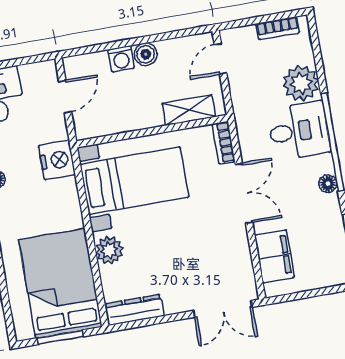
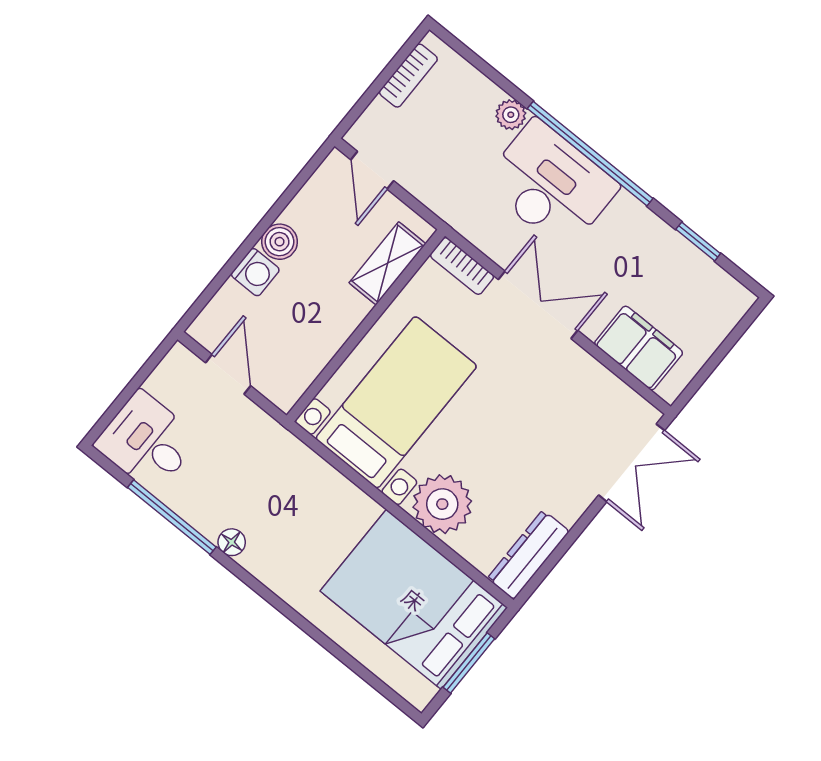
plant: (301, 83) -> (511, 115), width x0.53, depth x0.53
desk: (299, 131) -> (550, 185), width x1.37
nightstand: (57, 160) -> (283, 457), removed
floor lamp: (328, 184) -> (627, 207), removed
plant: (109, 250) -> (442, 504), width x1.36, depth x1.36

